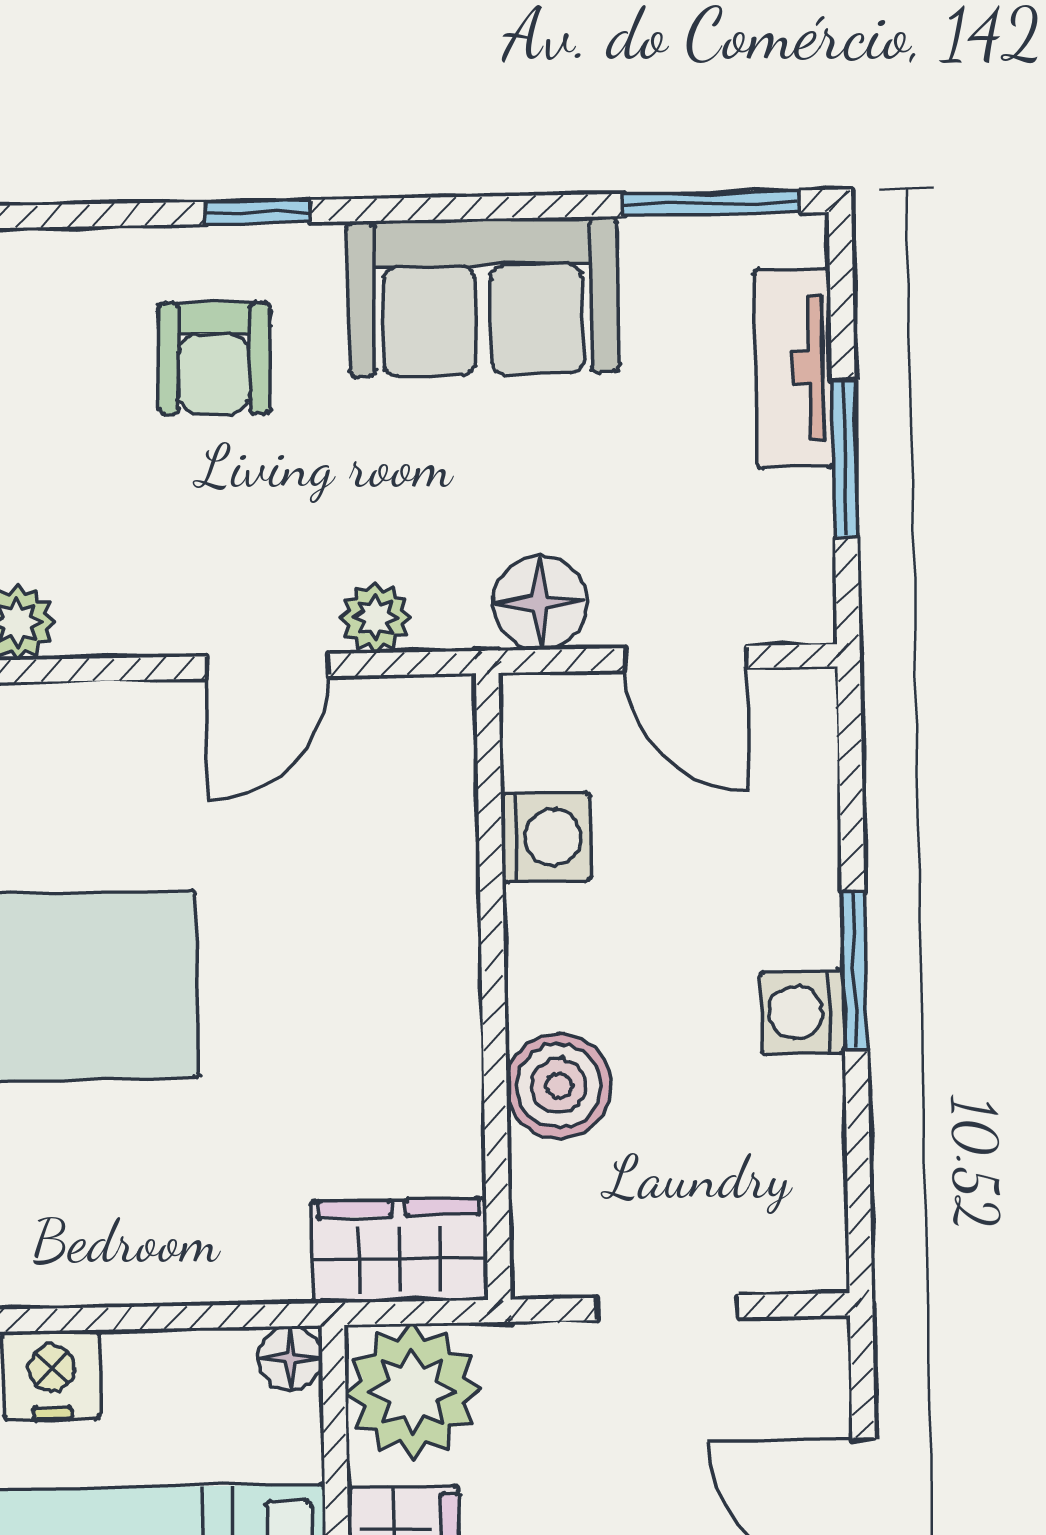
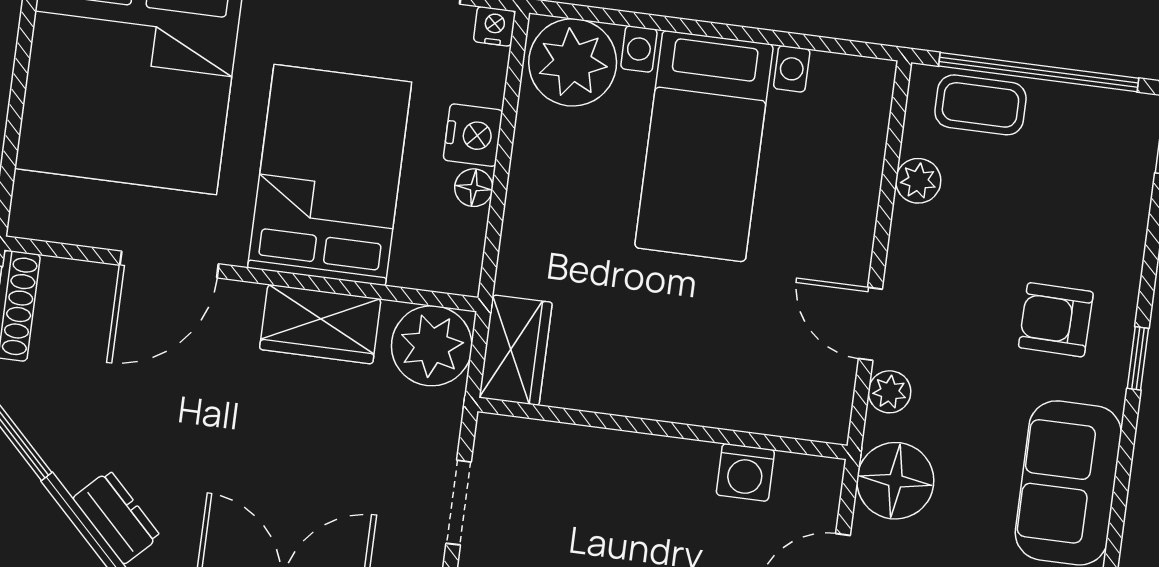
floor lamp: (540, 603) -> (895, 481), width x1.38, depth x1.38
boiler: (559, 1086) -> (599, 458), removed
floor lamp: (290, 1358) -> (474, 188), moved

